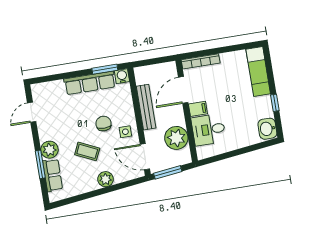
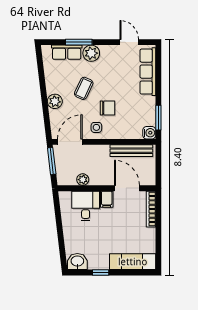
row of seats: (90, 83) -> (148, 72), moved
bench: (146, 107) -> (131, 151), moved
plant: (176, 138) -> (83, 180), width x0.53, depth x0.53

